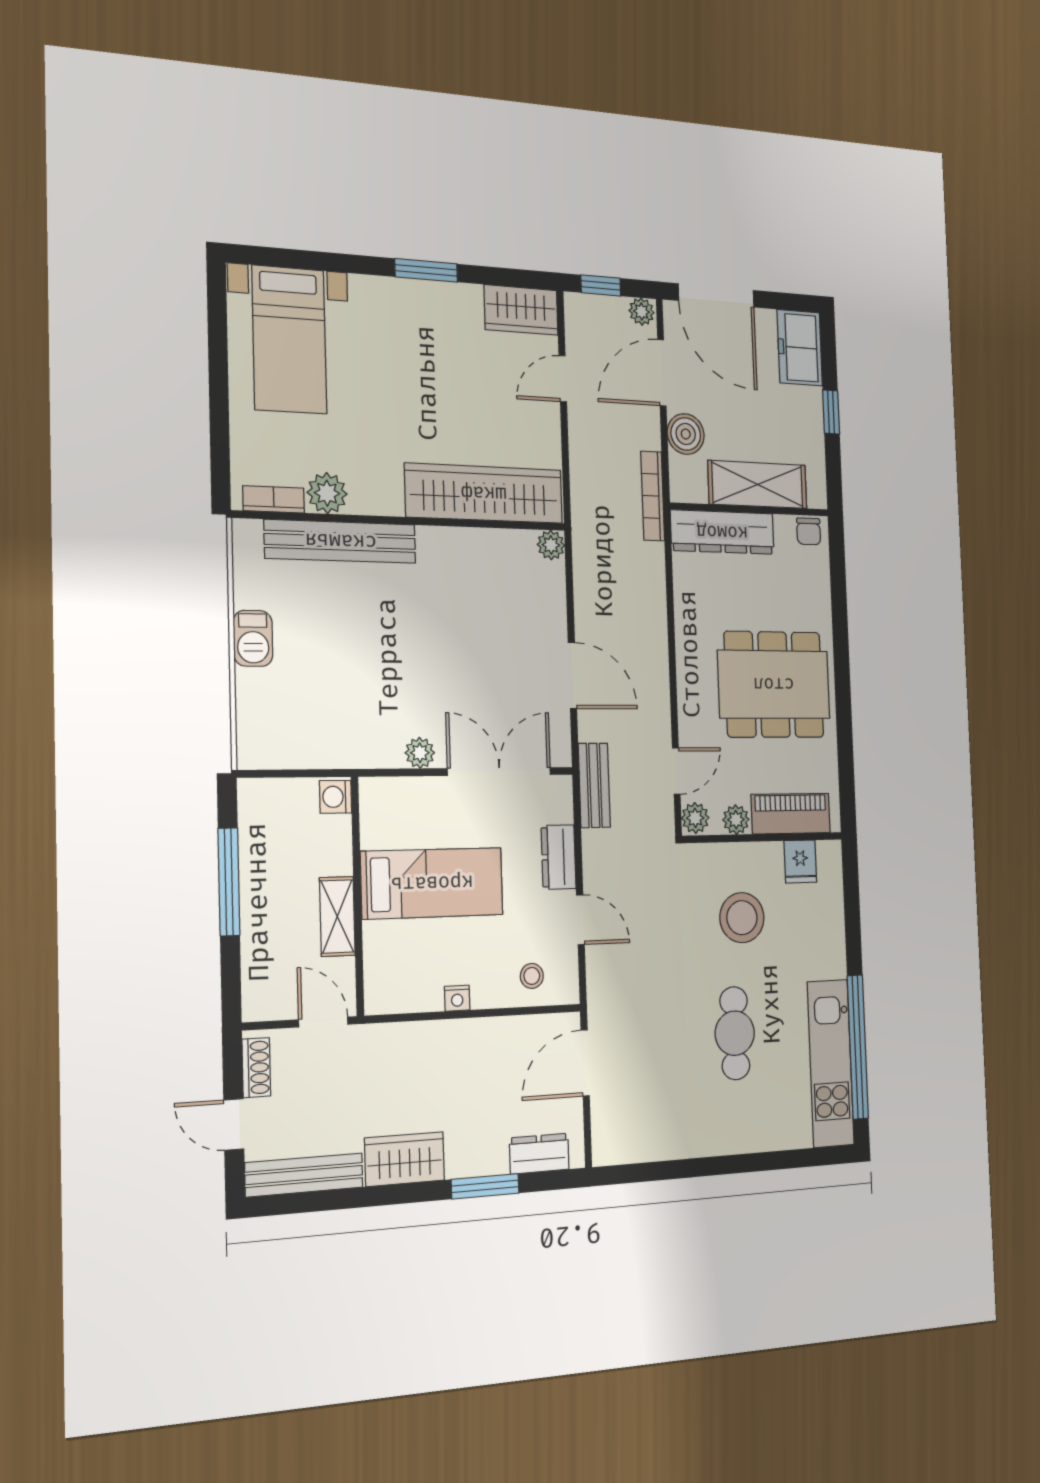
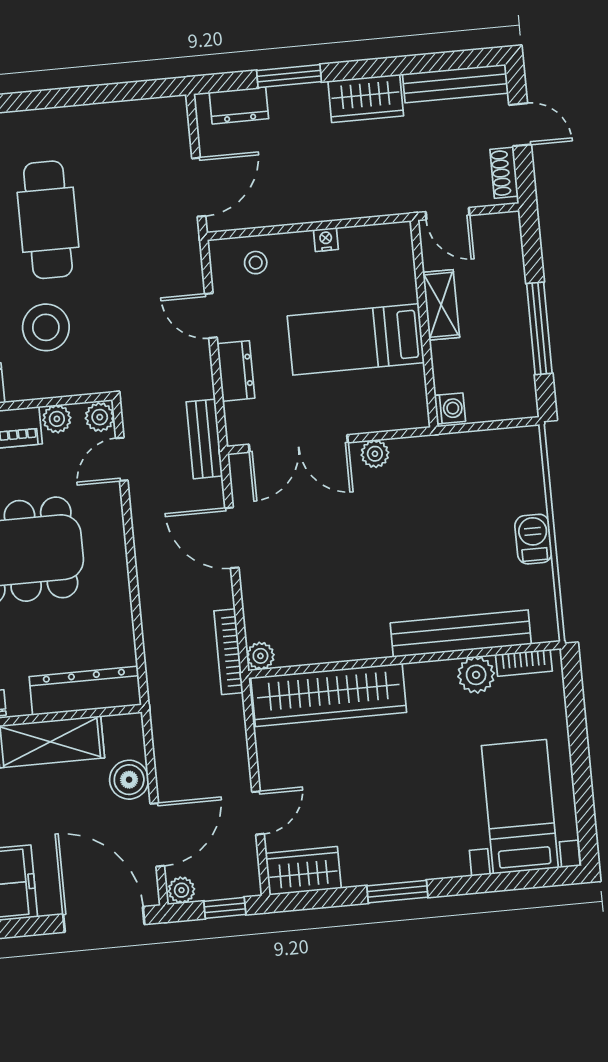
bookcase: (653, 496) -> (228, 652), moved, turned 180
cafe table: (735, 1033) -> (48, 220), width x1.37, depth x1.35

